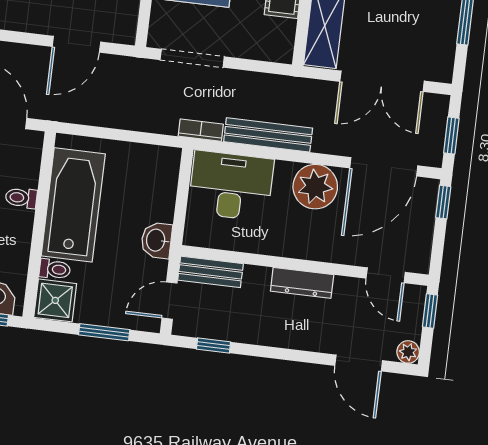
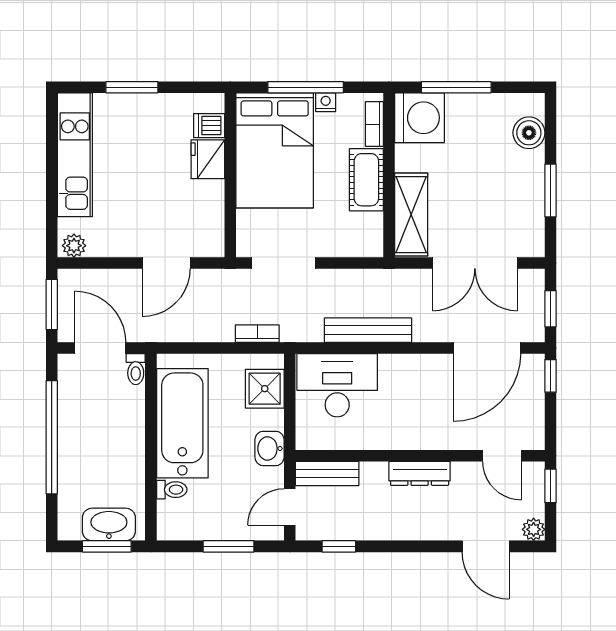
bookcase: (201, 130) -> (257, 334), moved
plant: (315, 187) -> (421, 376), removed
toilet: (21, 198) -> (136, 369), moved, turned -90
shower: (55, 300) -> (265, 389), moved

